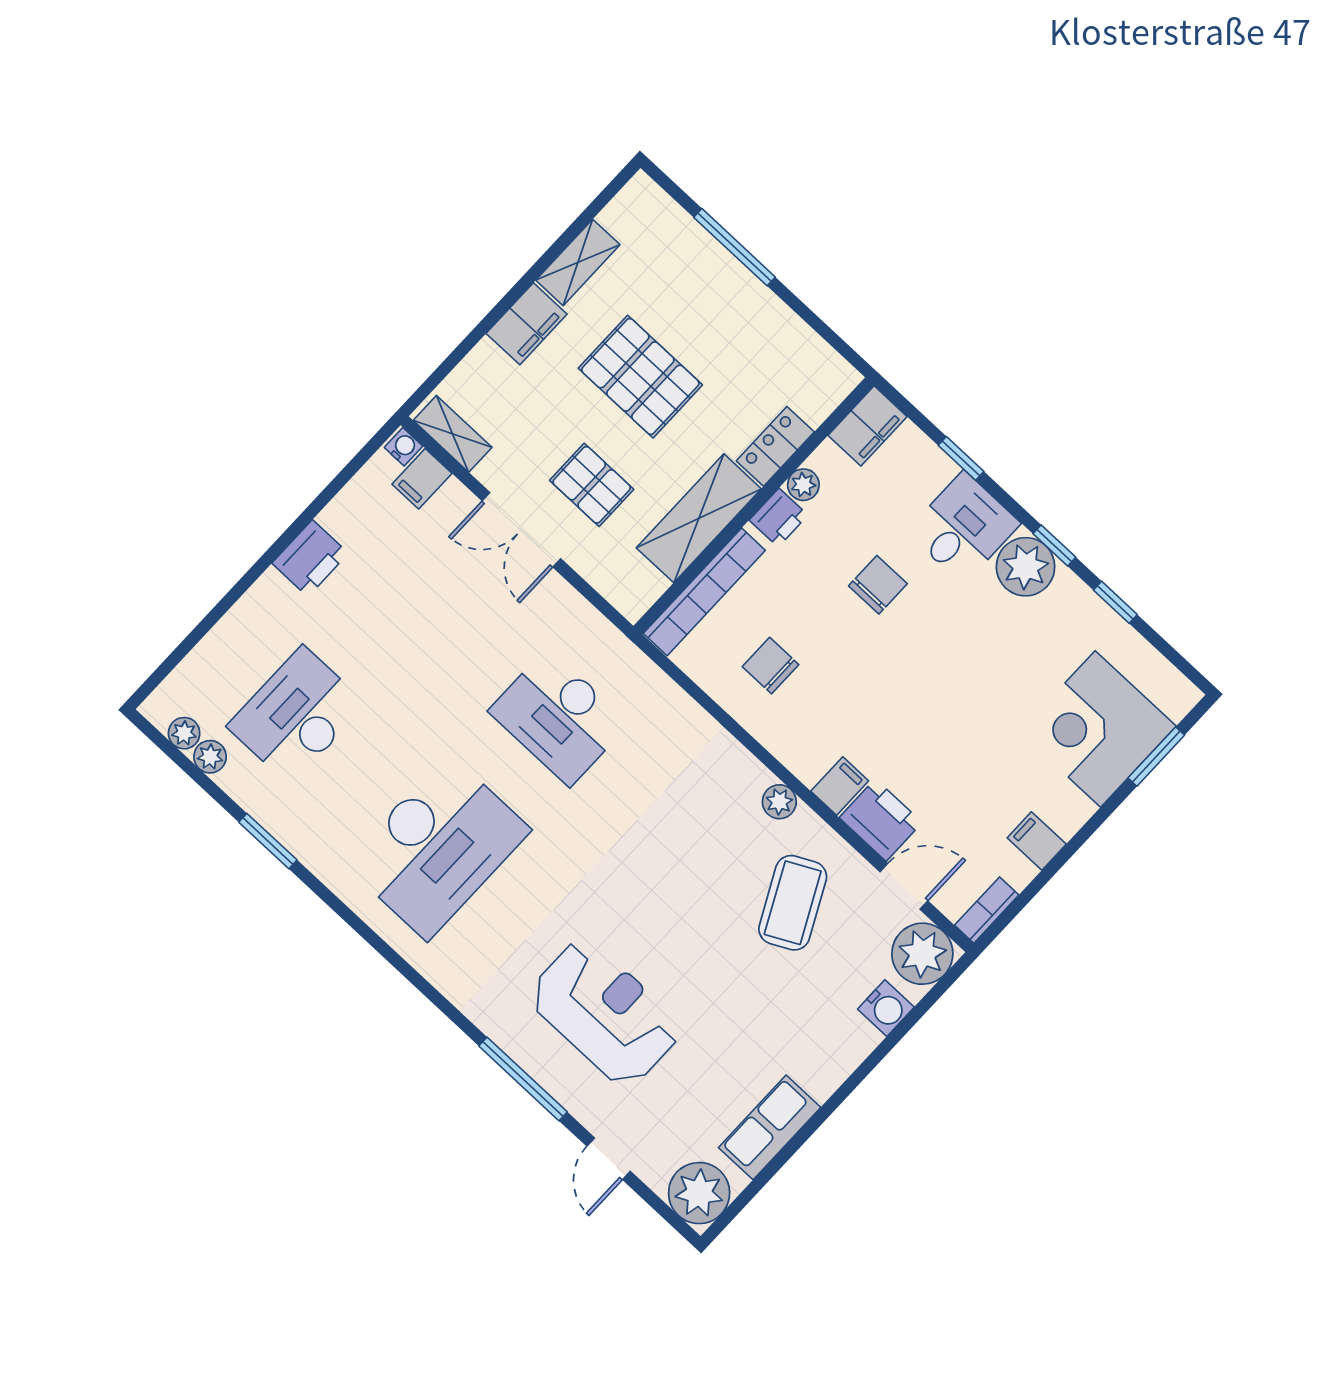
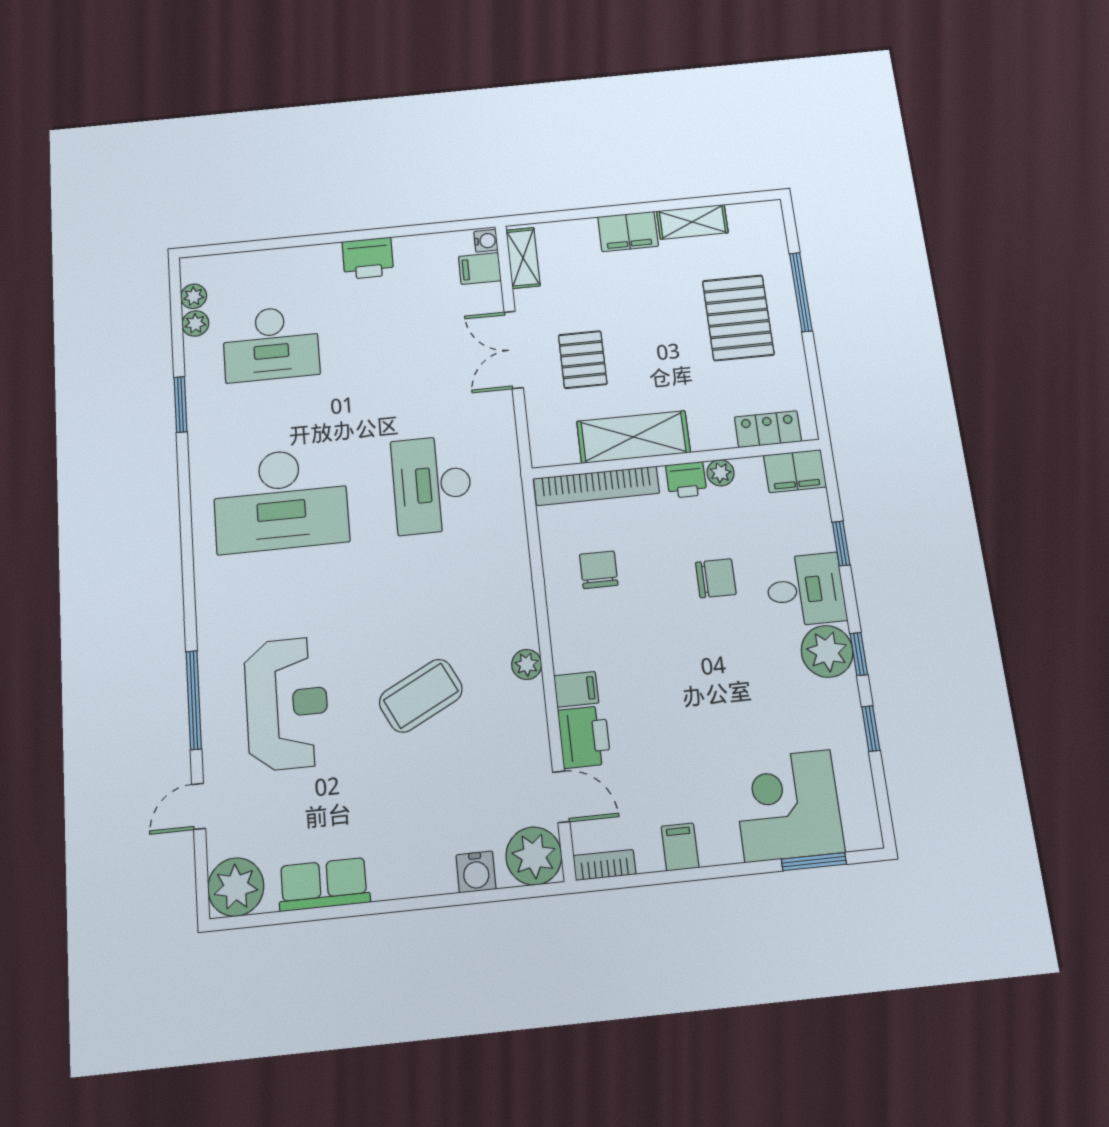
pallet: (640, 377) -> (738, 318), moved
locker: (775, 446) -> (768, 429), moved
desk: (297, 715) -> (271, 344), turned 180
coffee table: (793, 903) -> (421, 696), moved

